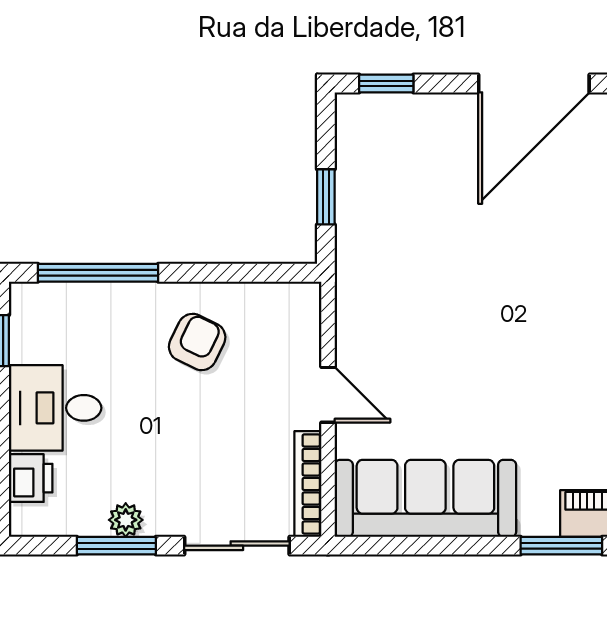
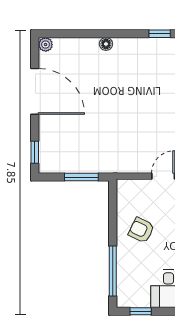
window: (326, 197) -> (81, 177), width x1.50

